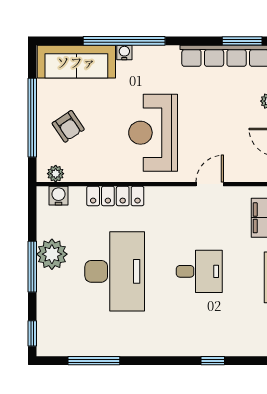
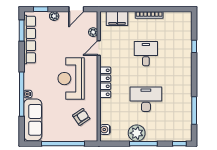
armchair: (68, 126) -> (81, 117), moved
reception desk: (153, 133) -> (71, 79), turned 90
plant: (56, 174) -> (93, 32), moved
door: (210, 184) -> (99, 48), hinge flipped
locker: (115, 196) -> (105, 82), moved
desk: (115, 271) -> (146, 99), width x0.73, depth x0.77

